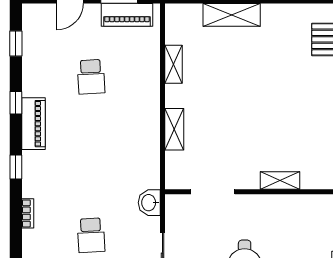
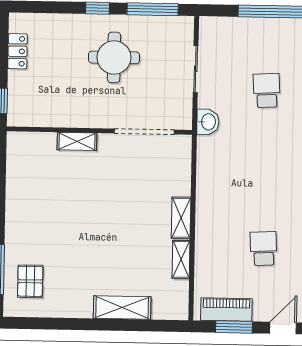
shelving: (174, 129) -> (181, 218), moved
doorway: (213, 192) -> (144, 132), width x1.36

